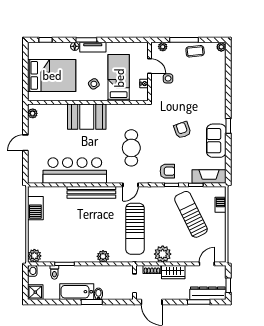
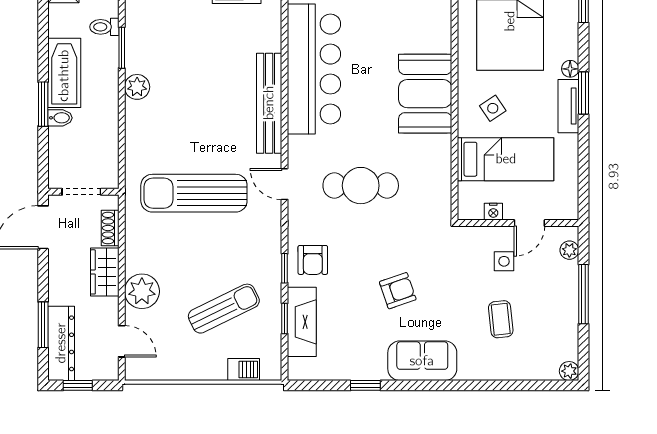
coffee table: (195, 51) -> (501, 319), moved
window: (228, 126) -> (365, 385), moved
sofa: (216, 141) -> (422, 361), moved
fireplace: (209, 177) -> (302, 322), moved
sun lounger: (191, 214) -> (224, 309), width x0.73, depth x0.75
plant: (163, 254) -> (142, 291), moved
plant: (103, 256) -> (137, 87), moved

